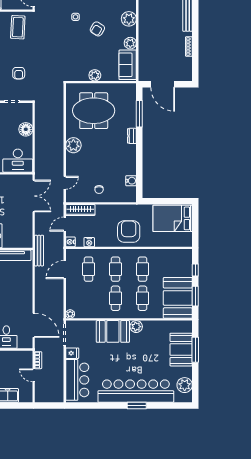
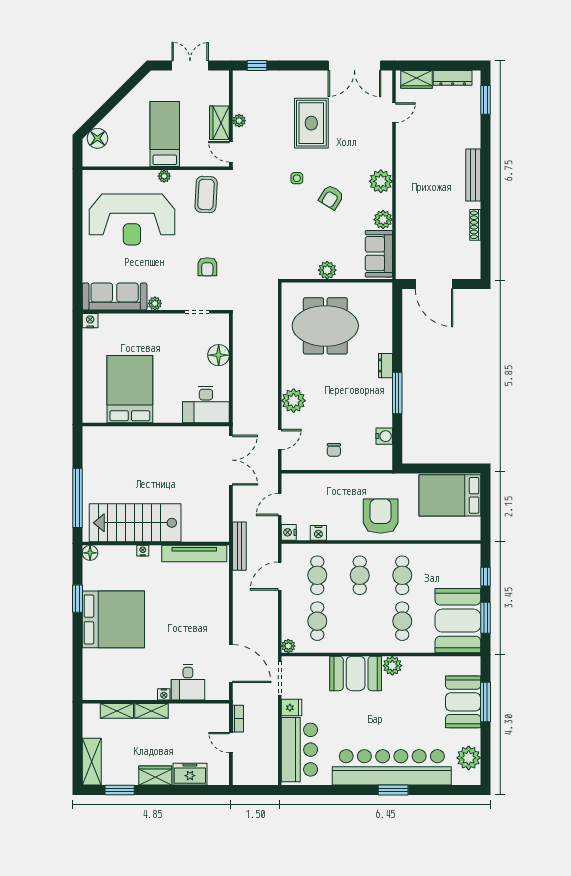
window: (139, 114) -> (397, 393), moved
plant: (73, 145) -> (294, 401), moved
wardrobe: (80, 210) -> (304, 482), removed
cafe table: (116, 298) -> (317, 621), moved

